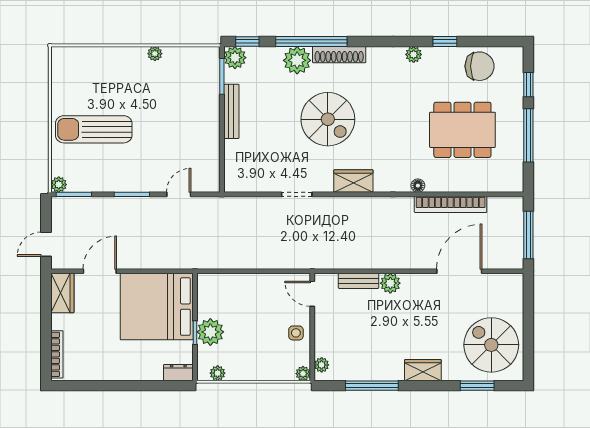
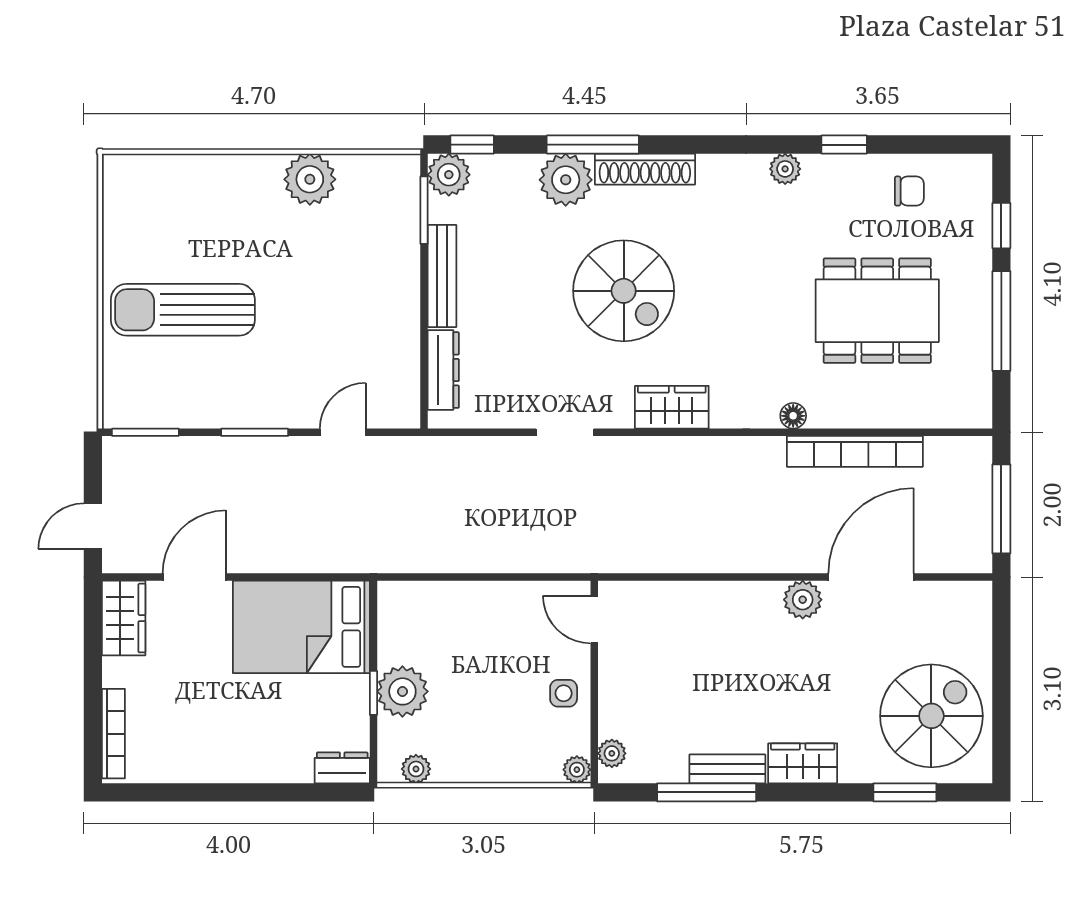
window: (311, 42) -> (593, 145), width x0.68
plant: (155, 54) -> (310, 179), width x1.88, depth x1.88
chair: (480, 66) -> (909, 191), width x0.54, depth x0.54
dresser: (232, 161) -> (443, 370), added
plant: (59, 185) -> (117, 414), removed
bench: (359, 281) -> (727, 769), moved
plant: (390, 283) -> (803, 600), moved
bed: (157, 307) -> (301, 627), width x0.73
spiral stairs: (491, 345) -> (931, 716), turned 90

